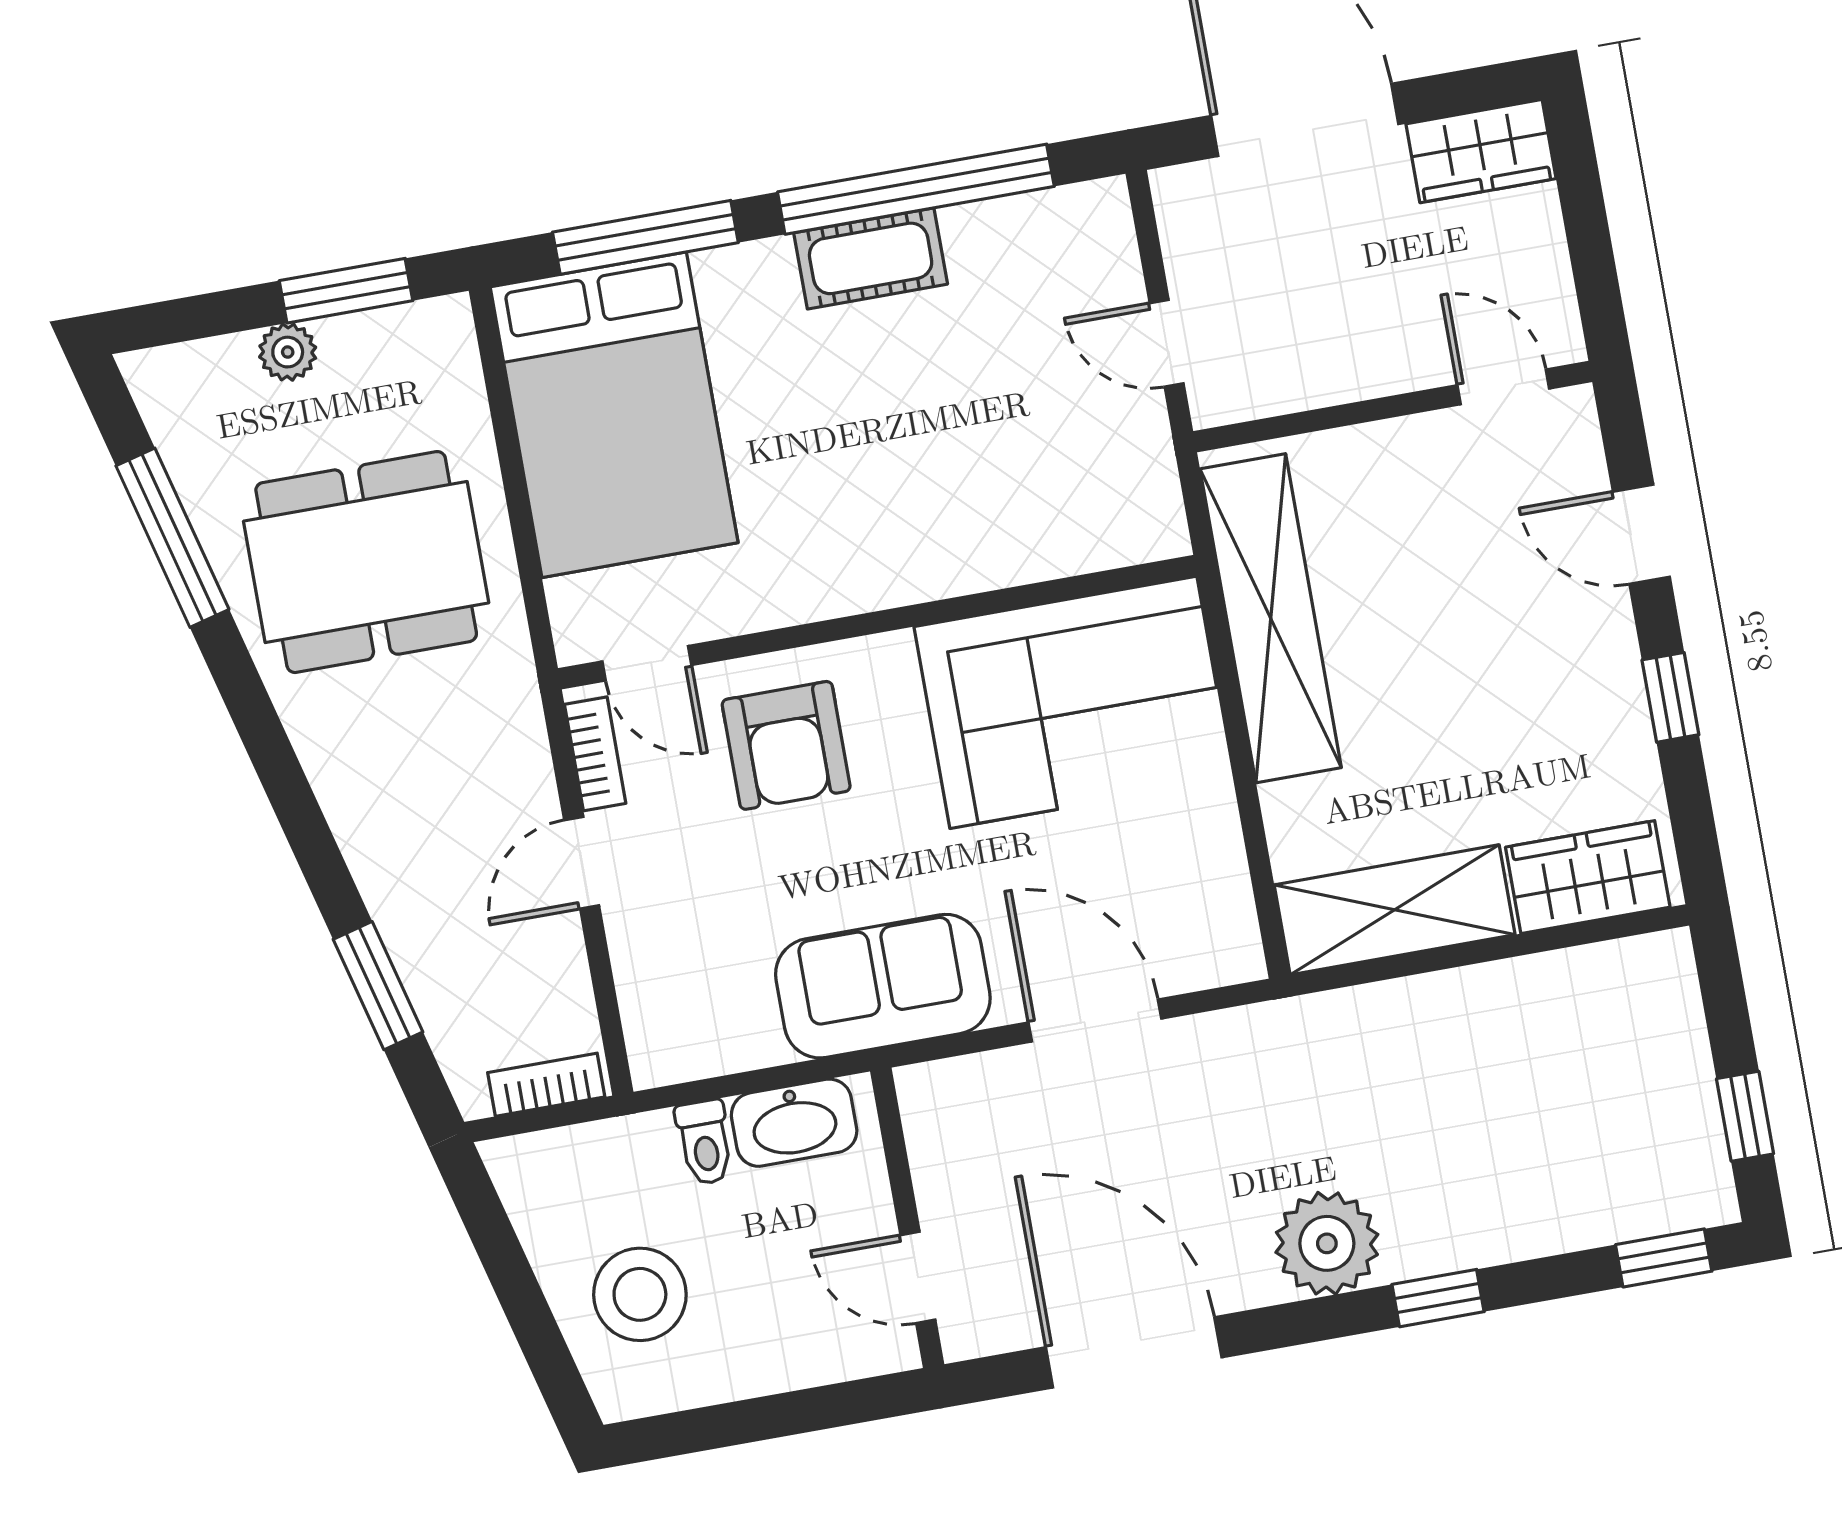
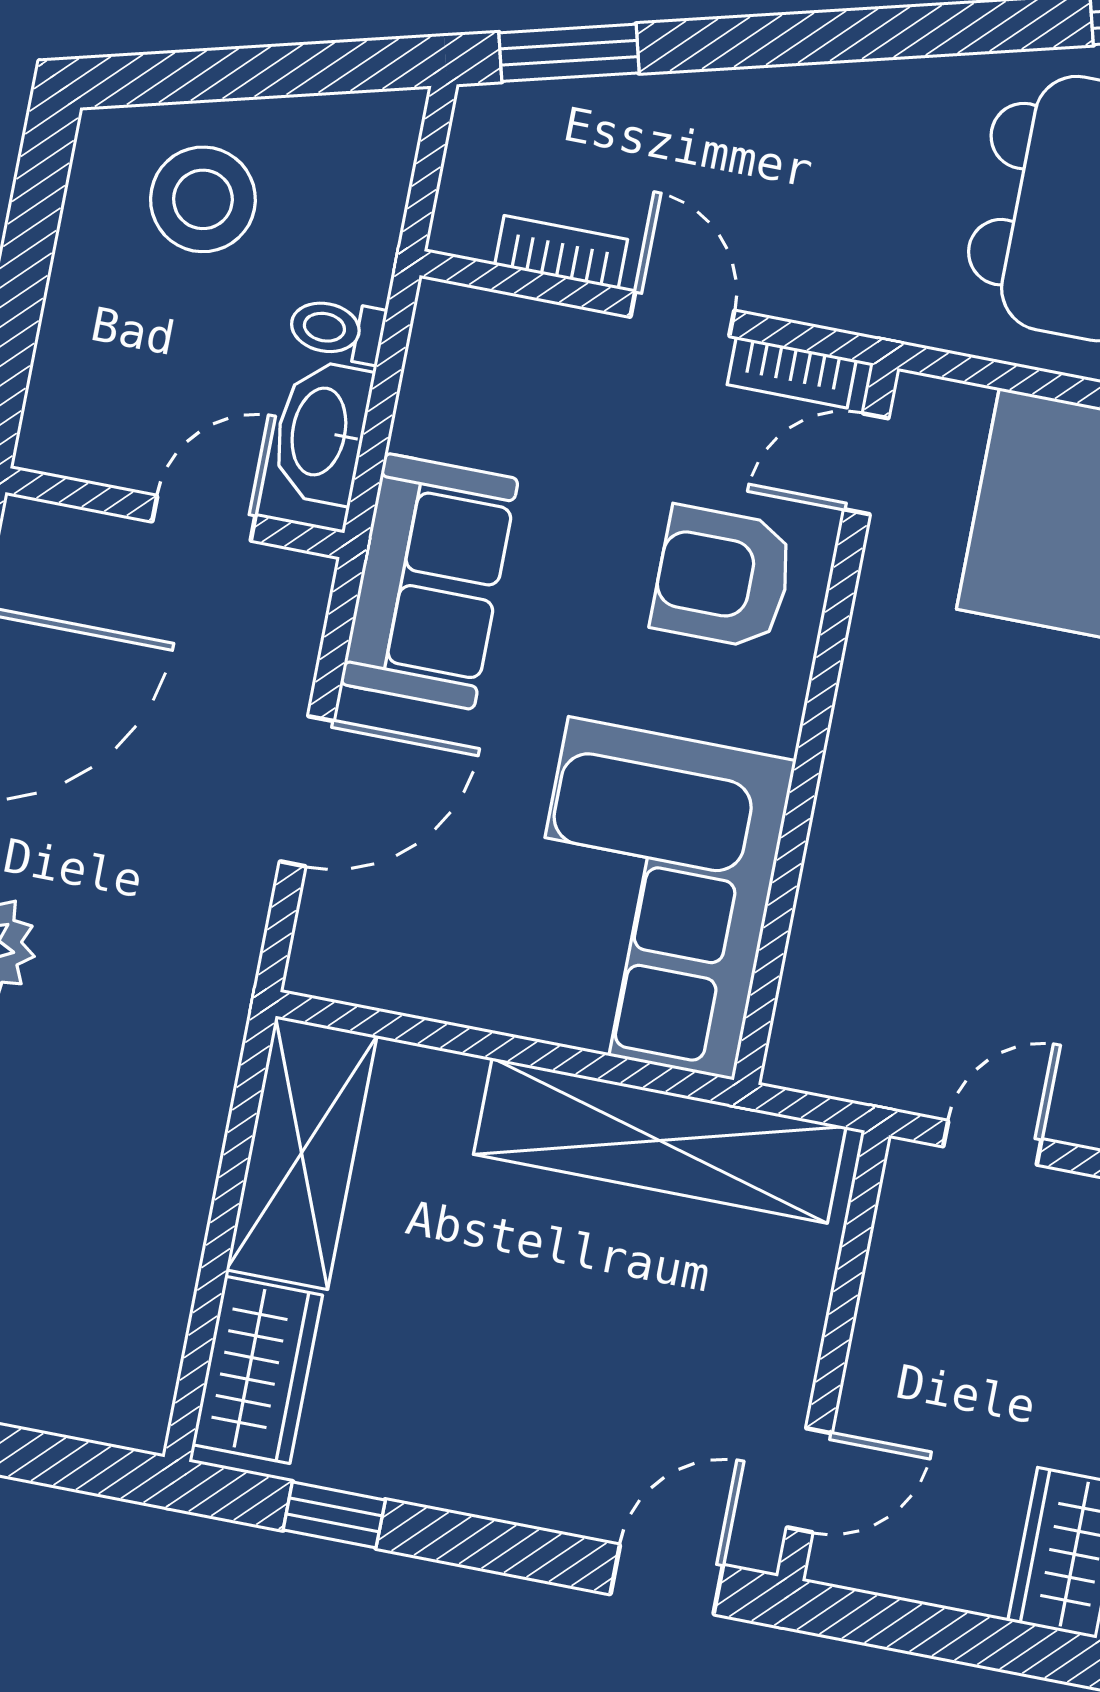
door: (1641, 534) -> (667, 1580), moved
window: (1670, 697) -> (334, 1515), moved
window: (378, 986) -> (569, 53), moved
bookcase: (546, 1085) -> (561, 252), moved, turned -90
door: (918, 1277) -> (204, 518), moved

